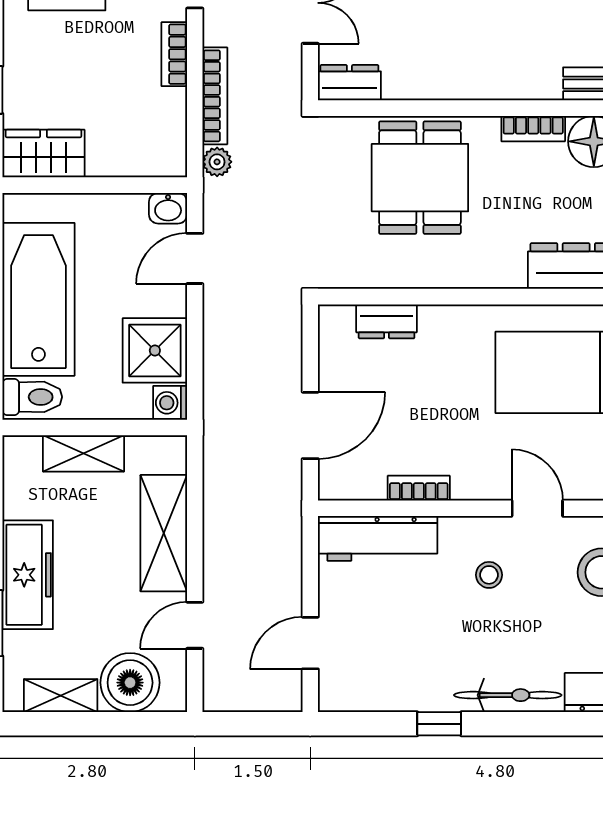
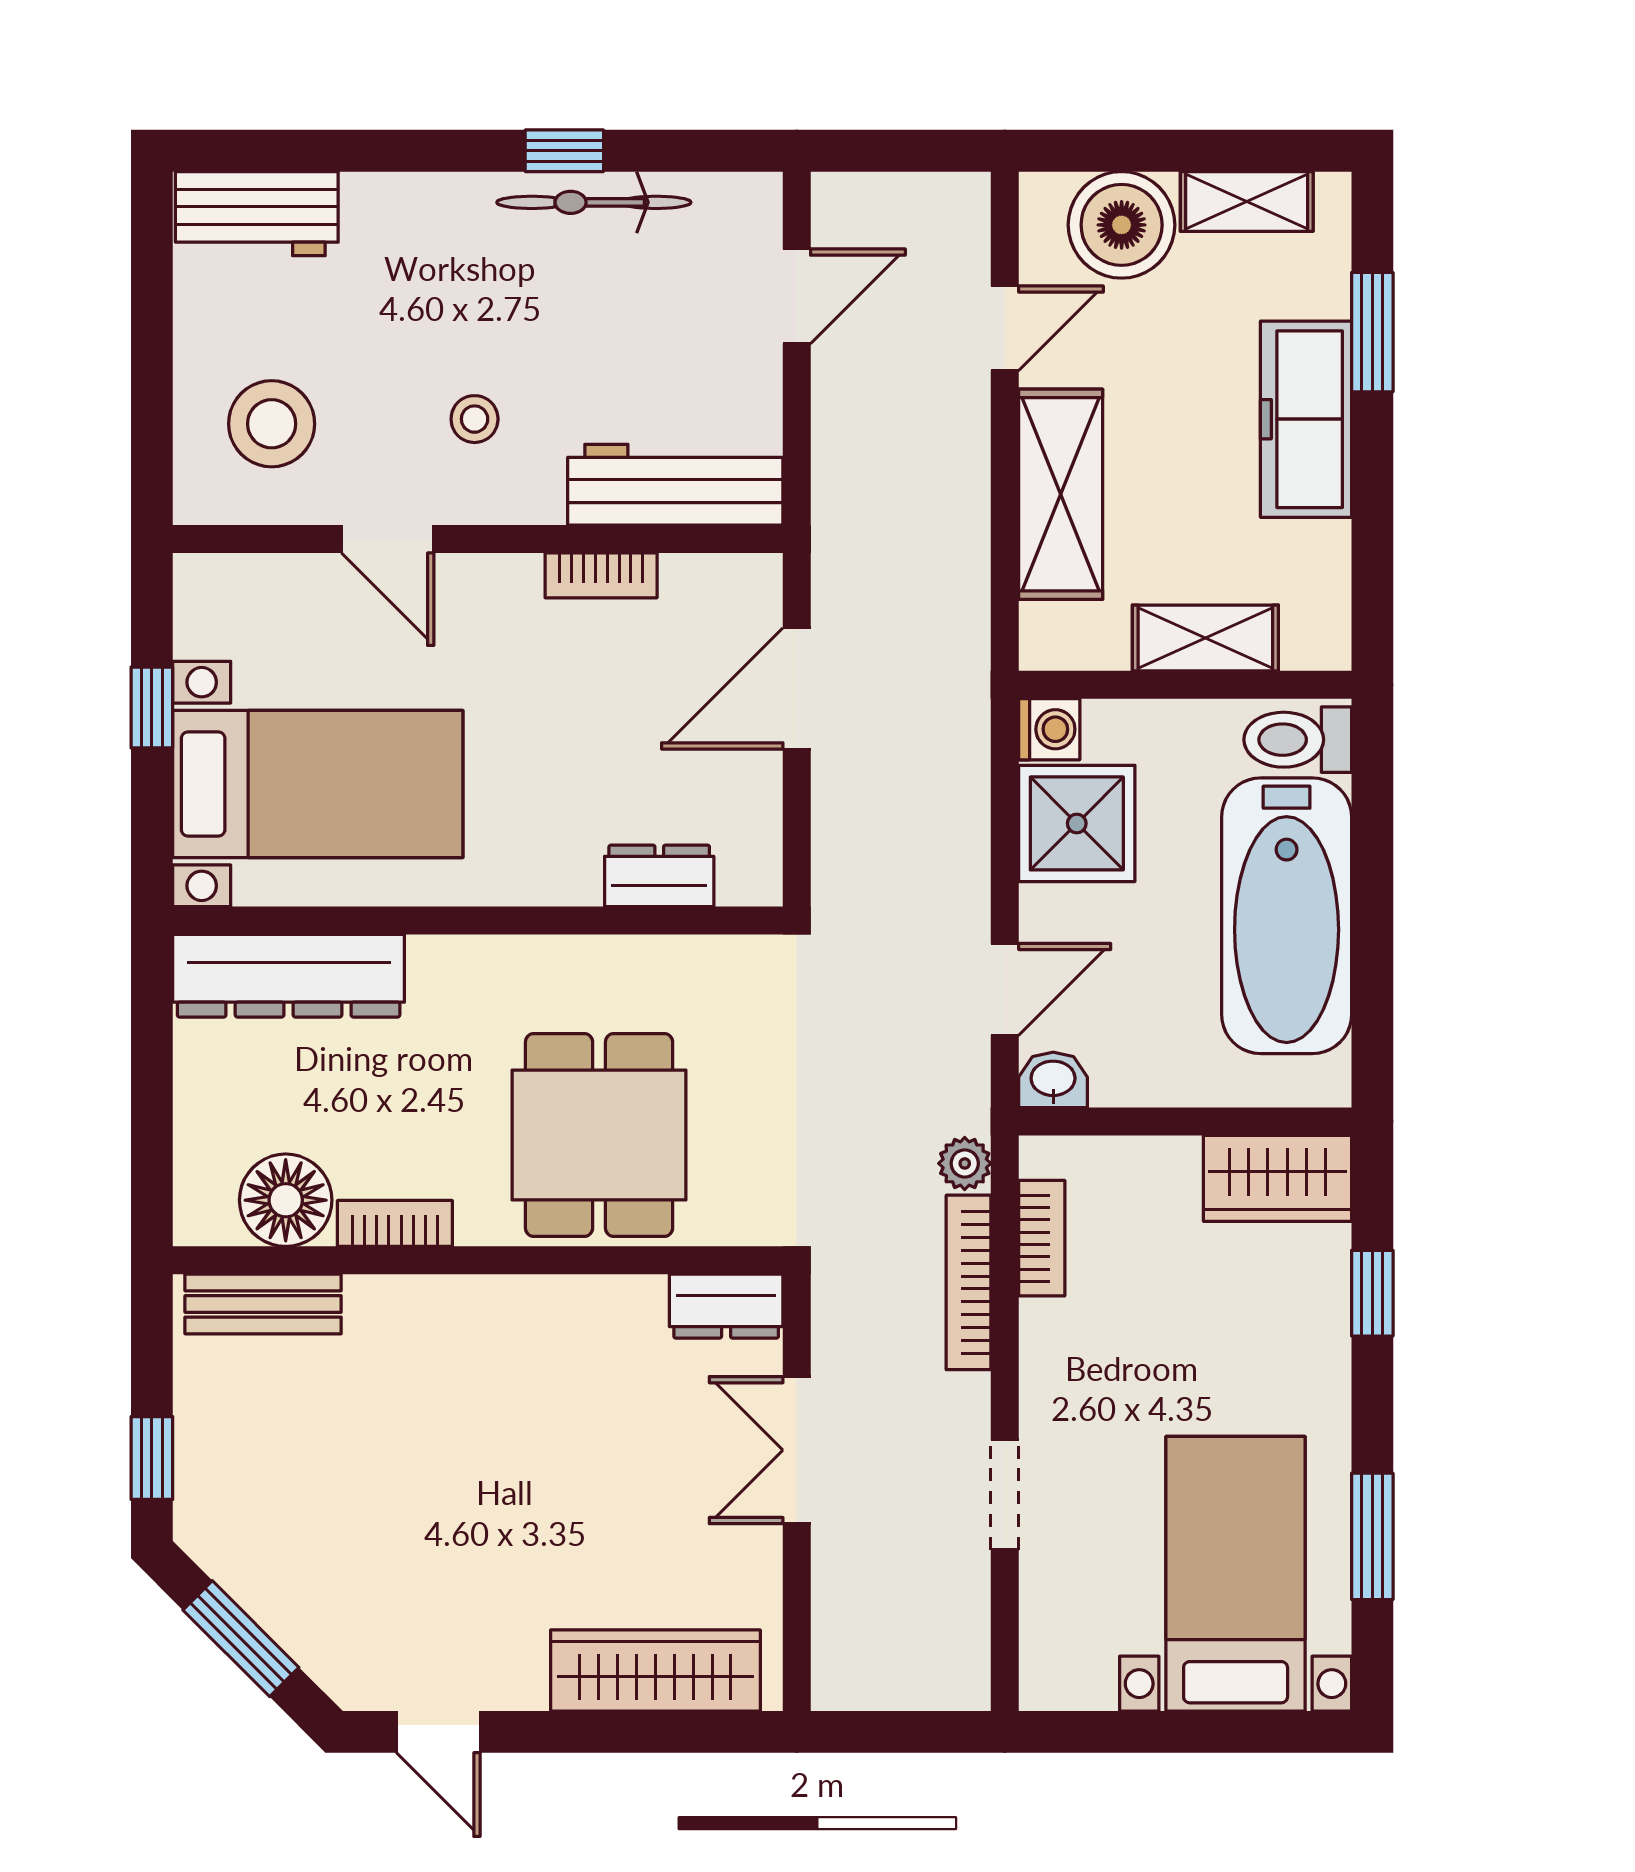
bookcase: (174, 54) -> (1042, 1238), moved
bicycle: (508, 695) -> (594, 202), moved

